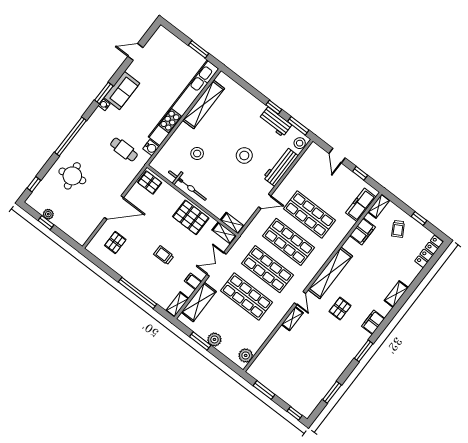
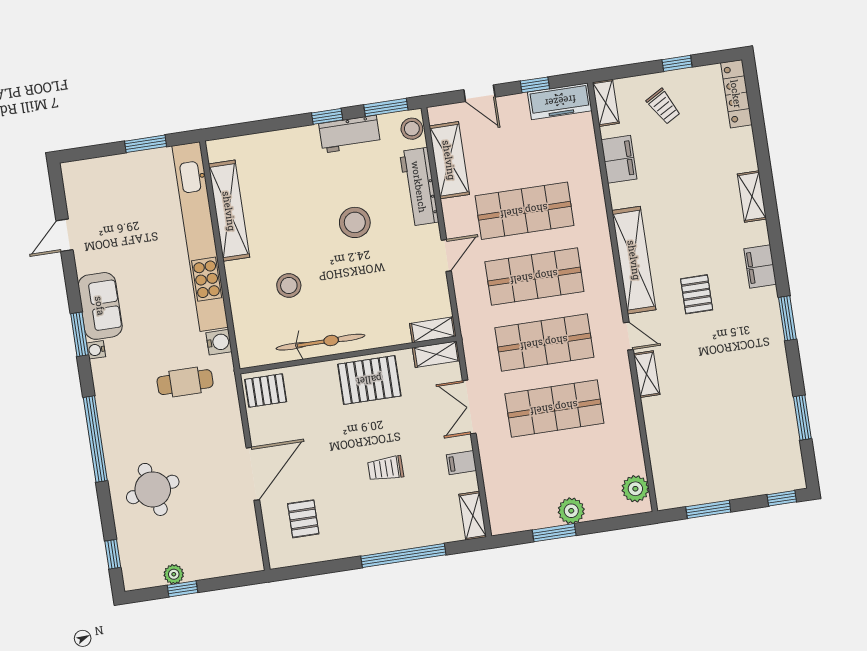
freezer: (361, 205) -> (560, 101), moved, turned -90
shelving: (199, 302) -> (449, 160), moved

